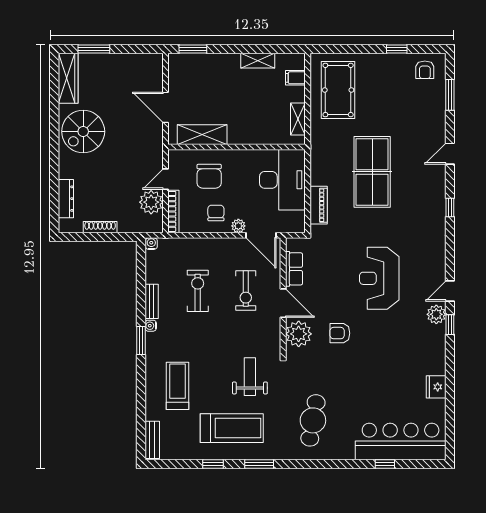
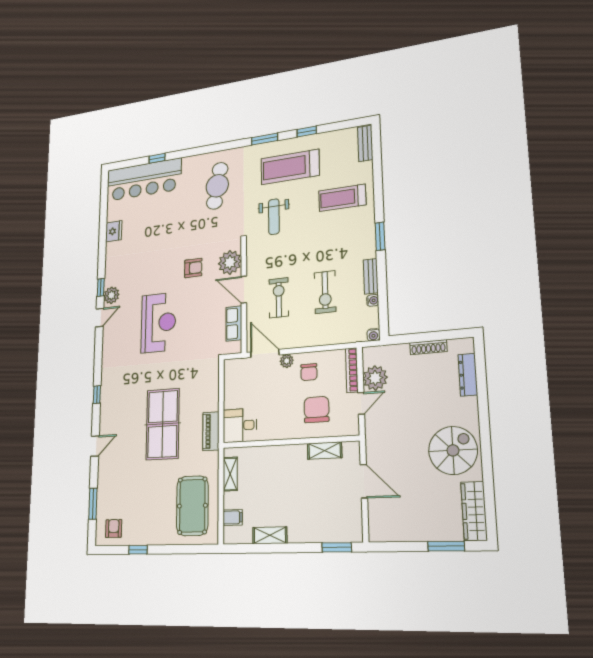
shelving: (202, 135) -> (325, 451), width x0.67, depth x0.75
desk: (282, 180) -> (240, 425), width x0.53, depth x0.77
piano: (319, 205) -> (211, 431), moved
water cooler: (151, 326) -> (373, 300), moved
treadmill: (177, 386) -> (342, 198), turned 90

